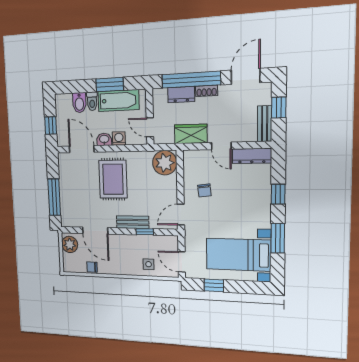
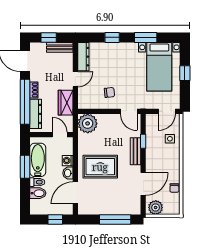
dresser: (181, 95) -> (36, 114), width x1.44
door: (150, 127) -> (60, 135), swing flipped
window: (214, 285) -> (185, 73), moved

